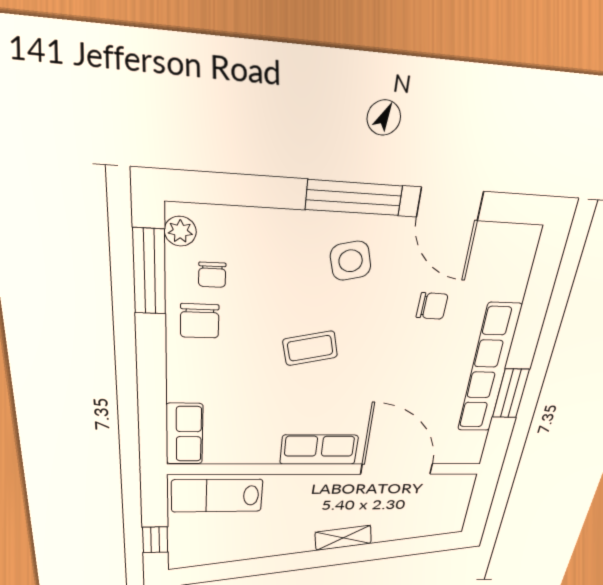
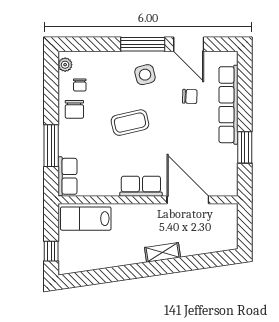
window: (149, 272) -> (51, 146), moved
coffee table: (310, 348) -> (130, 123), width x1.36, depth x1.30
row of seats: (489, 369) -> (228, 105), moved

